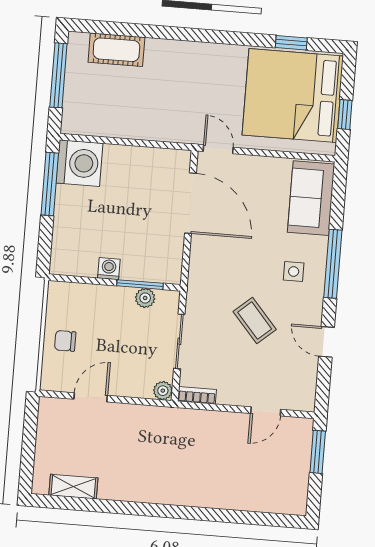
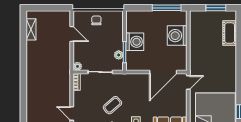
window: (58, 75) -> (216, 8), width x0.69
washing machine: (79, 163) -> (177, 36), moved, turned 90
washing machine: (109, 269) -> (135, 42), width x1.89, depth x1.89

